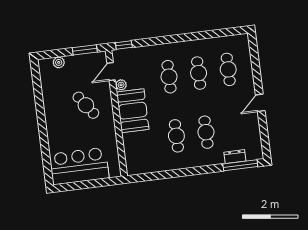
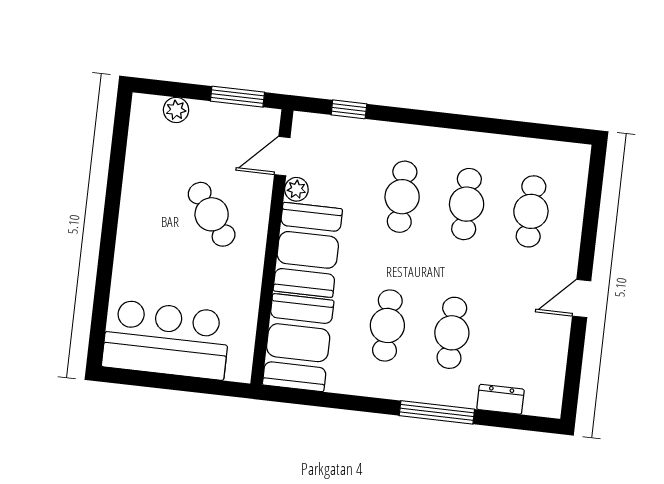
window: (124, 45) -> (349, 109), moved
booth: (138, 153) -> (298, 343), added
window: (240, 165) -> (437, 412), moved

